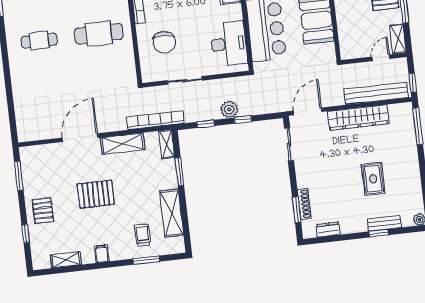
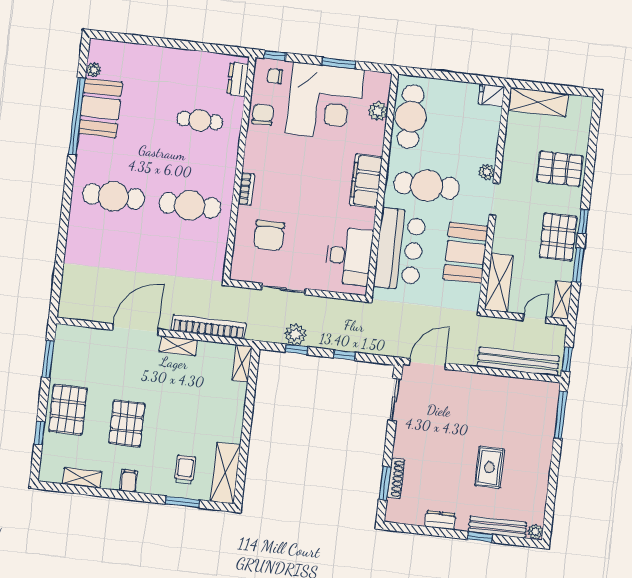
shelving: (347, 37) -> (499, 283), added
cafe table: (39, 41) -> (113, 196), width x1.37, depth x1.35
plant: (229, 110) -> (295, 334), moved
wardrobe: (358, 117) -> (489, 386), removed
bookcase: (155, 120) -> (209, 327), moved
shelving: (123, 144) -> (178, 346), width x0.67, depth x0.75
window: (179, 172) -> (250, 402), removed
pallet: (96, 194) -> (127, 423), moved, turned 90
pallet: (43, 211) -> (68, 410), width x1.50, depth x1.42
shelving: (172, 213) -> (225, 473), moved
bench: (384, 223) -> (498, 527), width x1.36
dresser: (328, 230) -> (440, 520), moved

